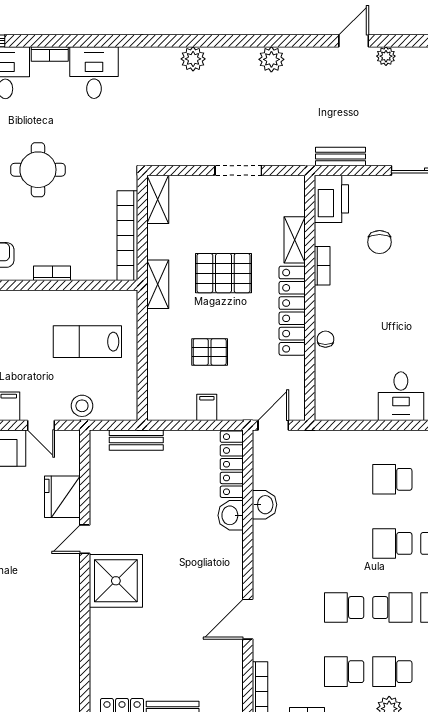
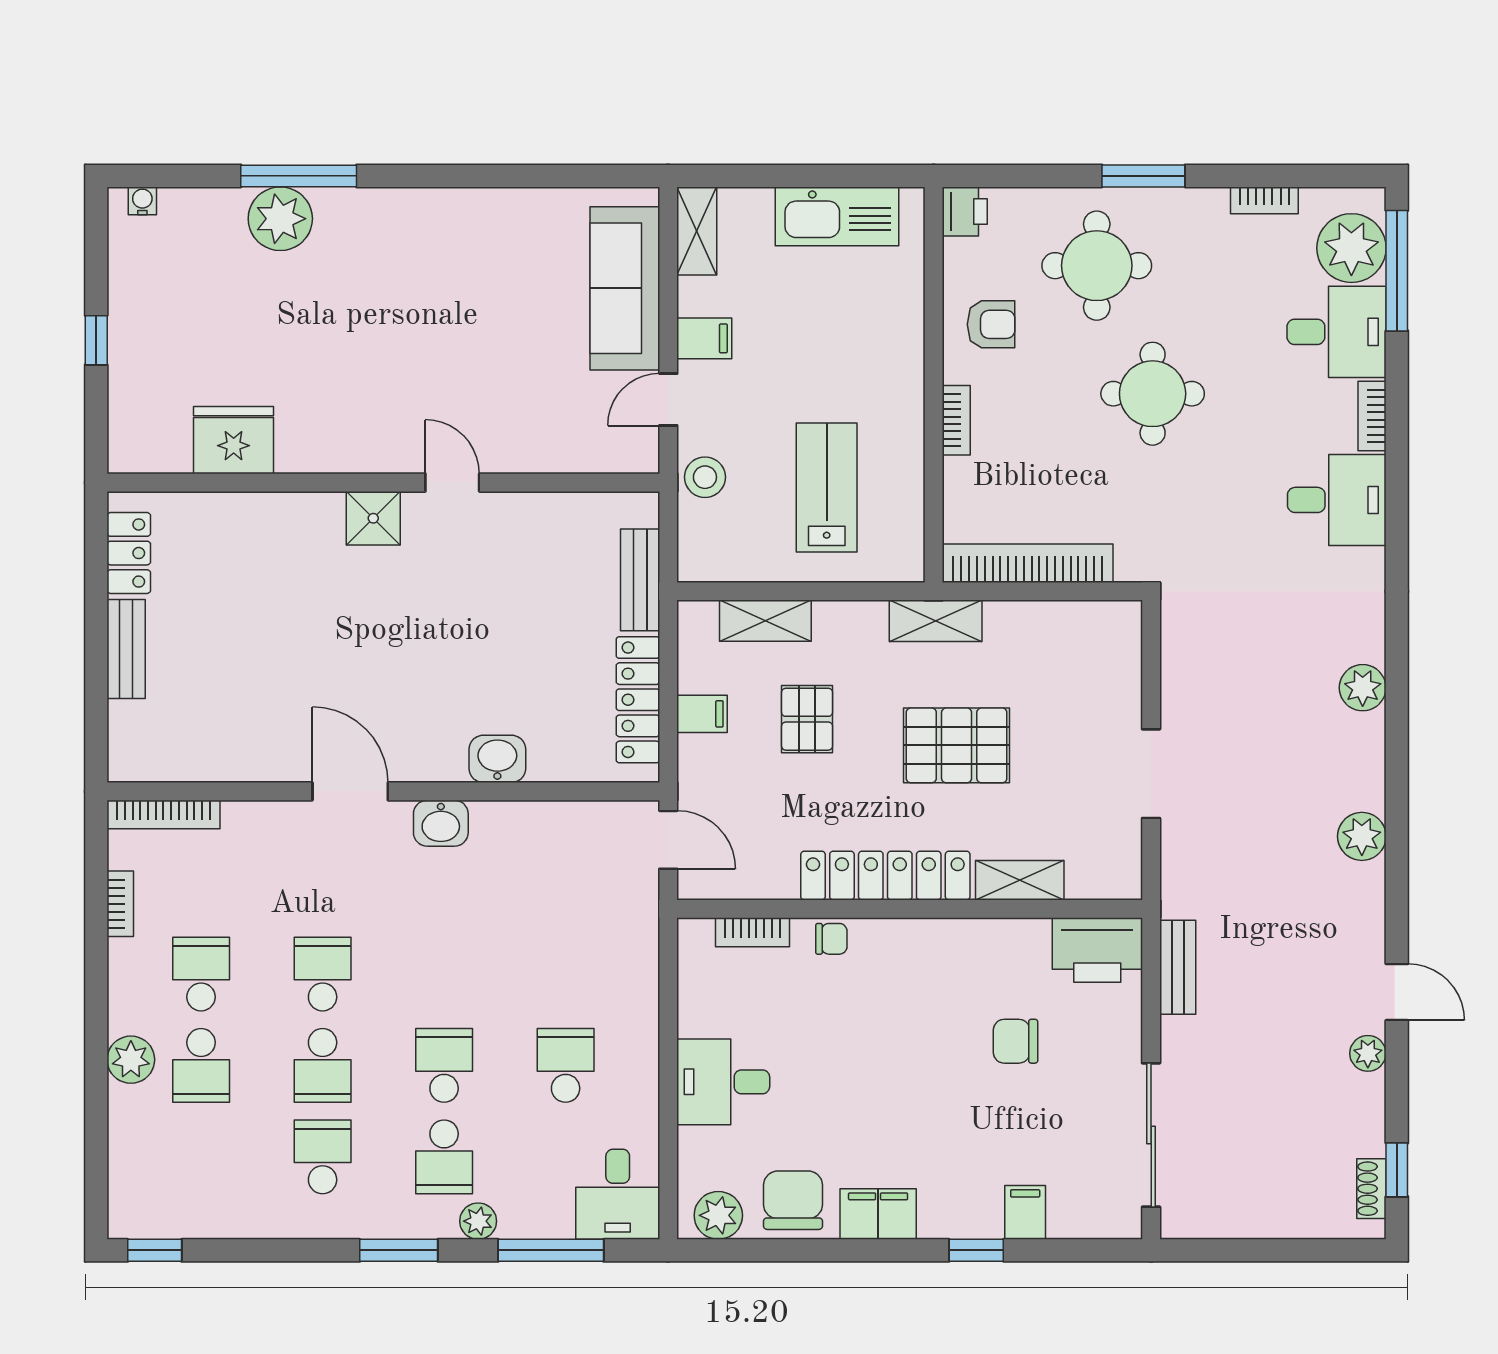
shelving: (158, 199) -> (765, 621), moved
bookcase: (322, 266) -> (753, 932), moved
pallet: (223, 273) -> (957, 745), turned 90
locker: (232, 464) -> (638, 700), moved, turned -90
fridge: (62, 497) -> (234, 440), moved
washbasin: (264, 505) -> (441, 823), moved
shower: (116, 581) -> (373, 518), width x0.54, depth x0.54
door: (248, 619) -> (350, 791), moved
school desk: (392, 672) -> (201, 1065), turned 180

